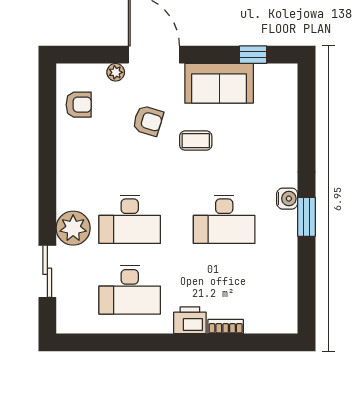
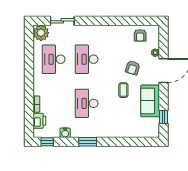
water cooler: (287, 199) -> (65, 133), moved
plant: (73, 228) -> (41, 33), moved
window: (307, 304) -> (47, 142), added
printer: (190, 320) -> (39, 121), moved

